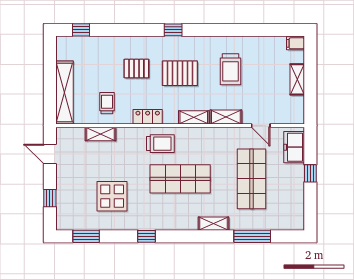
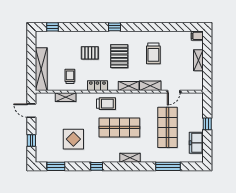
pallet: (180, 73) -> (119, 56), turned 90
door: (261, 126) -> (174, 92), hinge flipped
freezer: (294, 147) -> (196, 143), moved
shelving: (213, 224) -> (130, 158), moved

